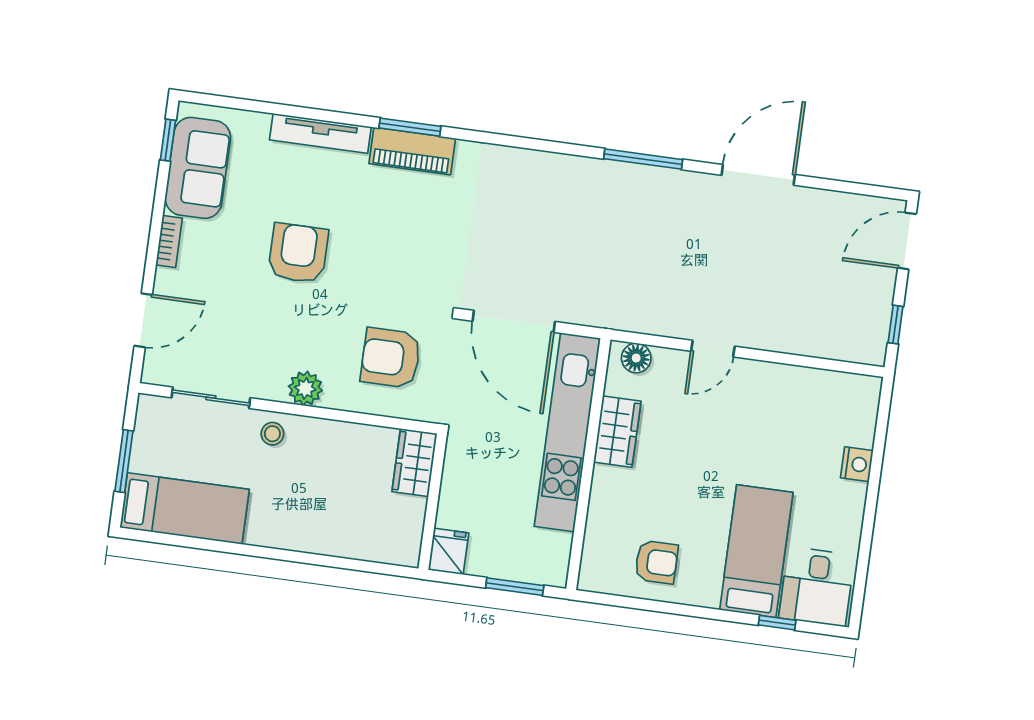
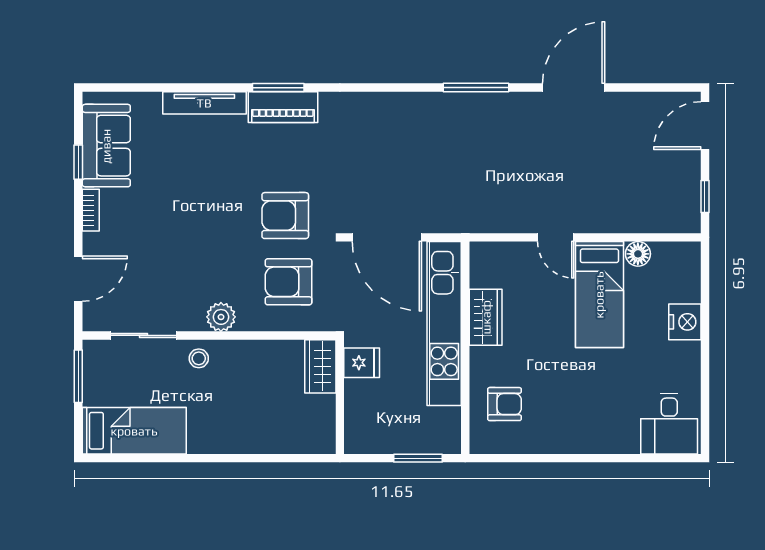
window: (168, 140) -> (78, 162), moved
armchair: (298, 253) -> (285, 216), moved, turned -90
door: (713, 349) -> (556, 237), hinge flipped
floor lamp: (636, 358) -> (638, 254), moved
window: (124, 461) -> (78, 376), moved
nightstand: (857, 464) -> (685, 322), width x1.36, depth x1.33
fridge: (449, 551) -> (362, 363), moved, turned 90
bed: (756, 551) -> (599, 295), moved, turned 180
armchair: (656, 562) -> (505, 404), moved
window: (777, 623) -> (640, 458), removed

